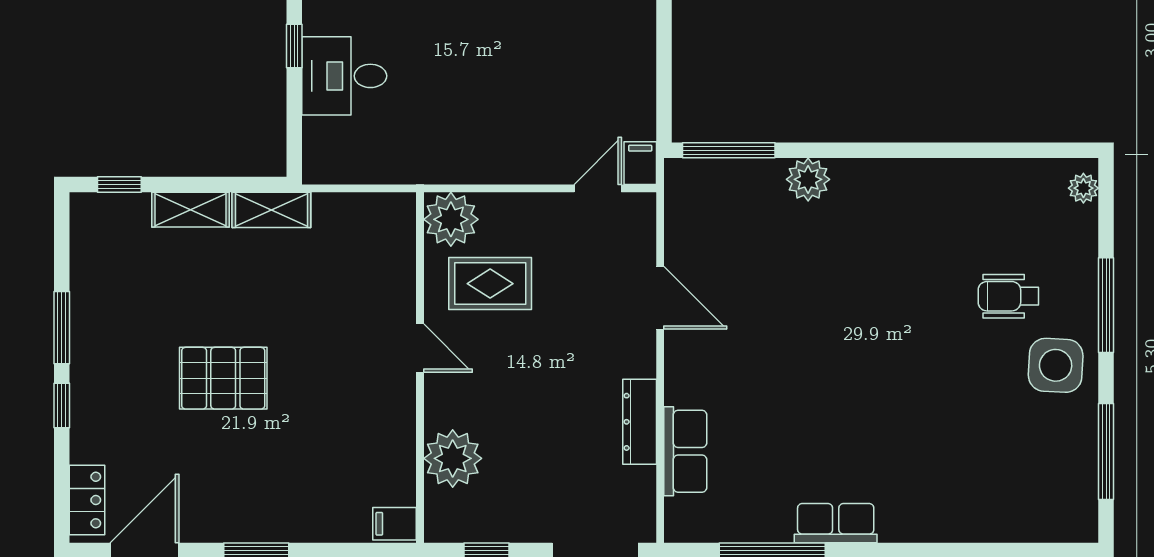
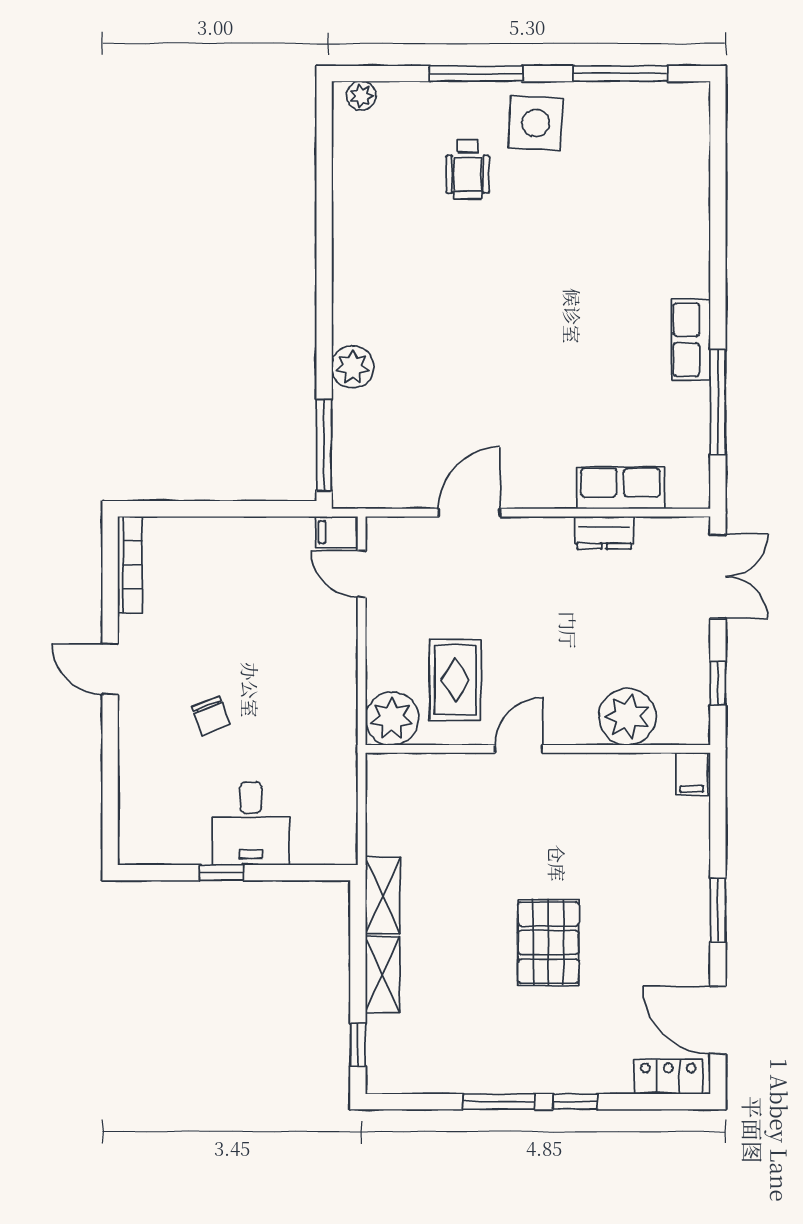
chair: (454, 35) -> (211, 715), added
dresser: (640, 422) -> (604, 533), width x0.70

